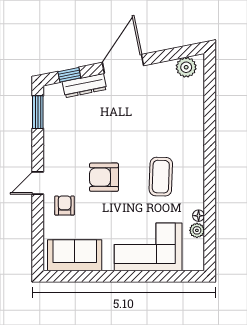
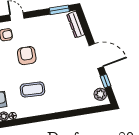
window: (69, 75) -> (105, 81), moved
dresser: (84, 86) -> (76, 25), moved

